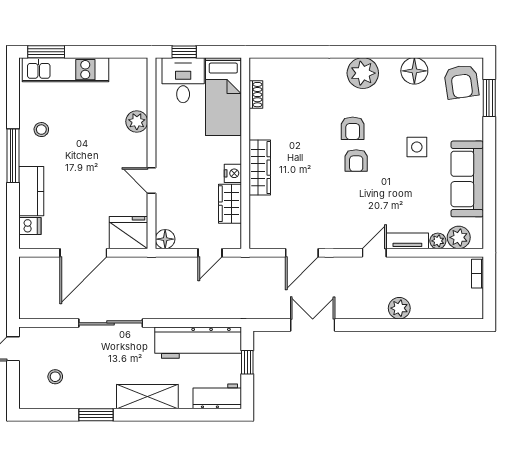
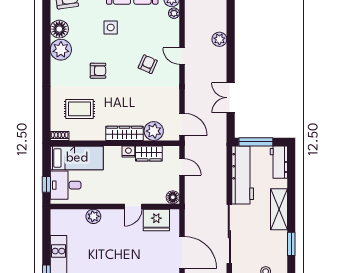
plant: (363, 73) -> (61, 50), moved
shoe rack: (256, 95) -> (60, 136), moved
rug: (296, 101) -> (79, 109), added
armchair: (356, 161) -> (148, 64), moved, turned -66
plant: (263, 211) -> (154, 131), added
fridge: (128, 233) -> (156, 220), moved, turned -90
tv unit: (407, 241) -> (174, 34), removed
door: (302, 253) -> (182, 124), moved
sliding door: (111, 323) -> (229, 234), width x1.36
window: (247, 362) -> (256, 142), width x2.17

